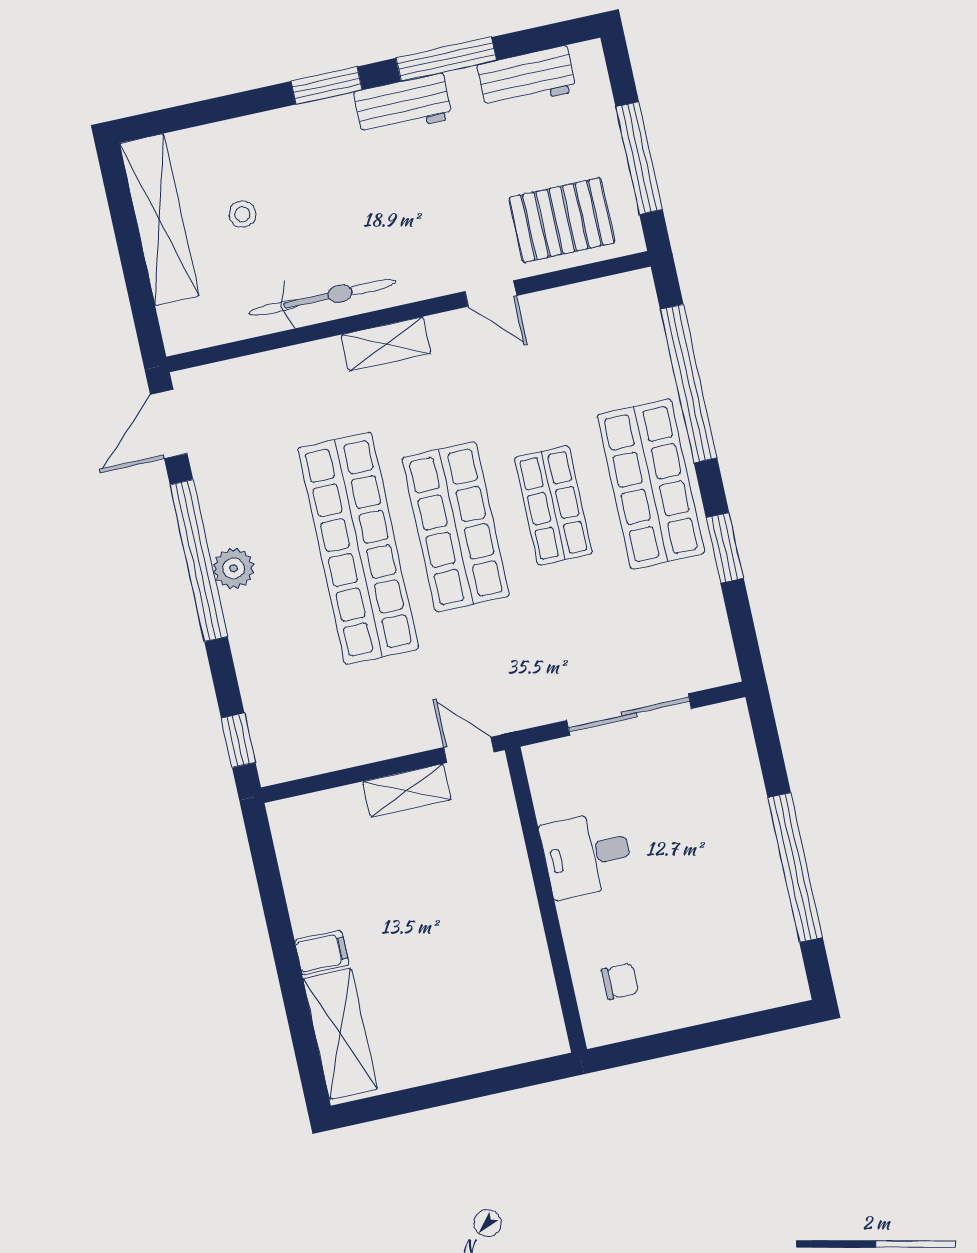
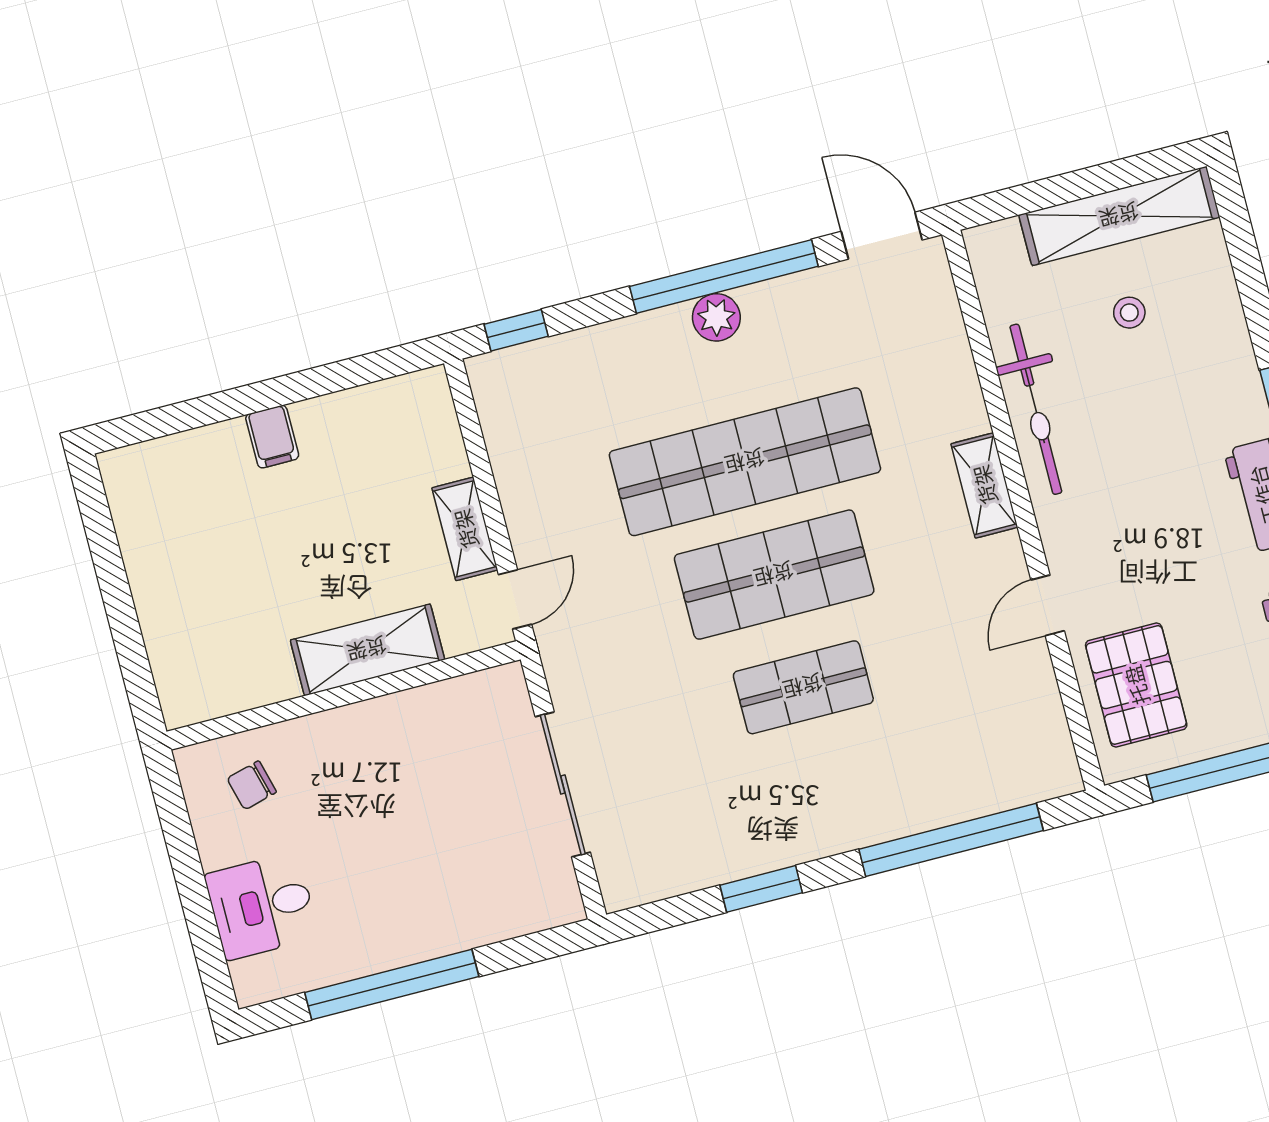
shop shelf: (651, 484) -> (832, 800), removed
desk: (587, 855) -> (262, 906), moved, turned -90
chair: (620, 981) -> (252, 785), turned 75
shelving: (340, 1034) -> (367, 650), moved

